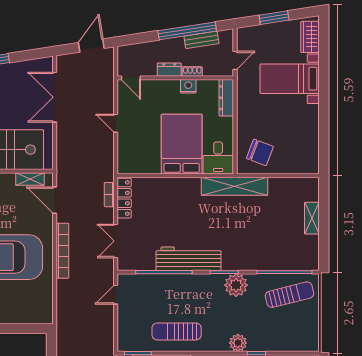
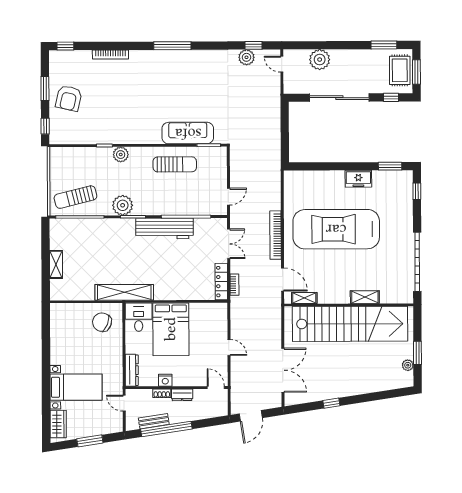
door: (235, 60) -> (124, 403), hinge flipped

